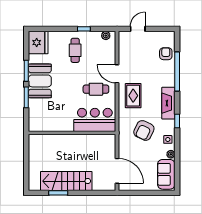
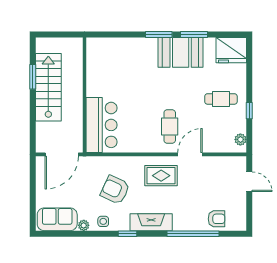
bar counter: (95, 120) -> (102, 125), moved
wall: (72, 133) -> (84, 95), moved

